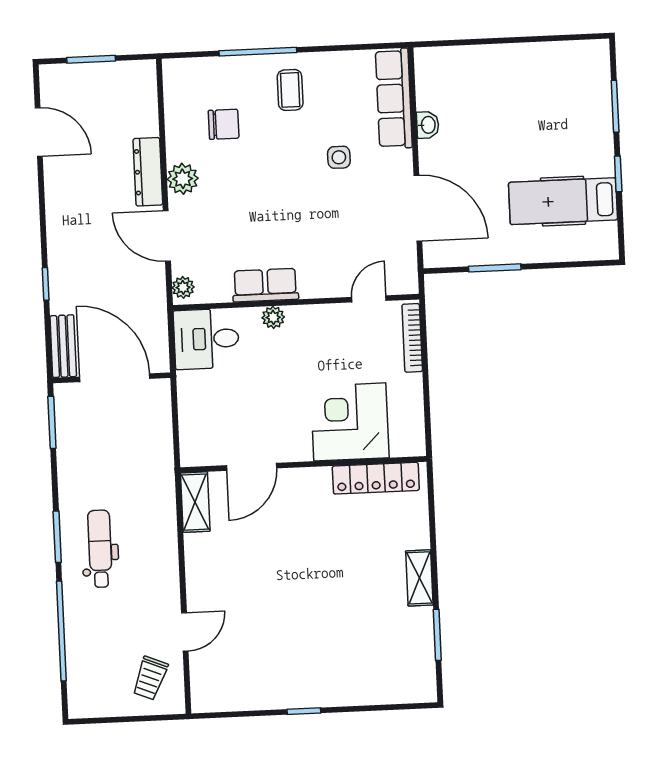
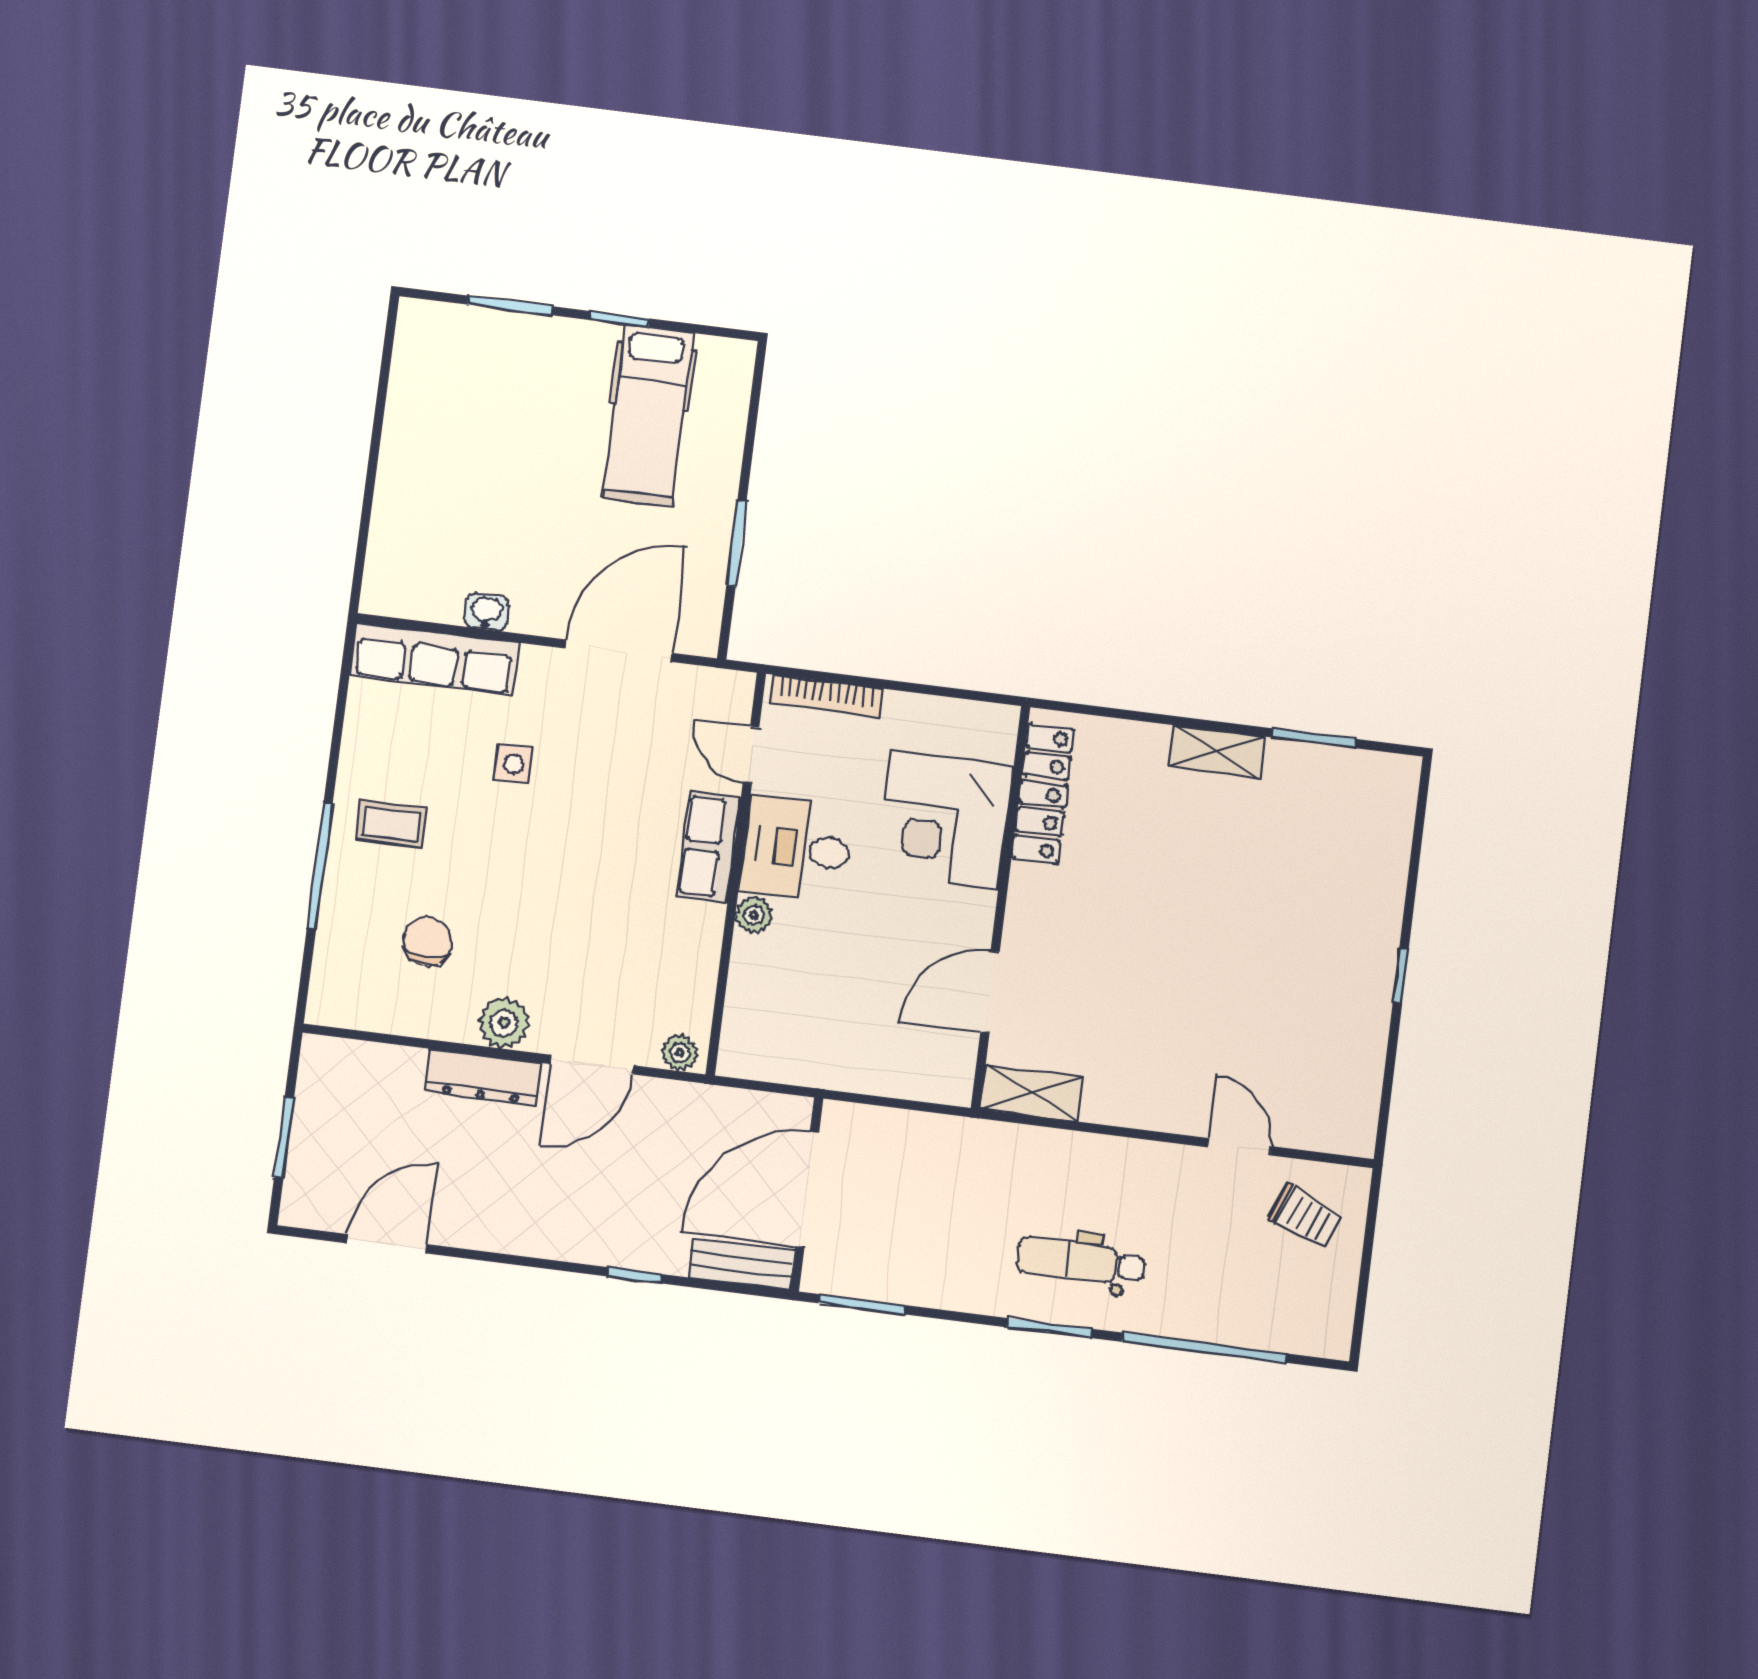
row of seats: (265, 285) -> (709, 847), moved
desk: (206, 339) -> (797, 849), moved, turned 90
door: (251, 467) -> (990, 992), swing flipped

